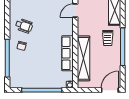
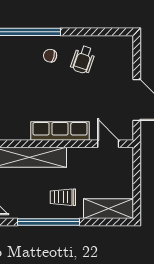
row of seats: (67, 53) -> (60, 131), moved

